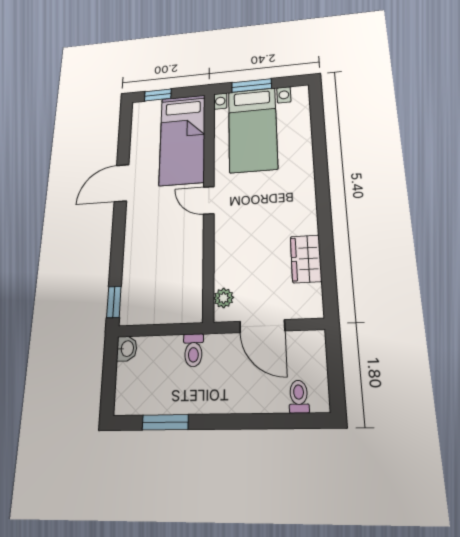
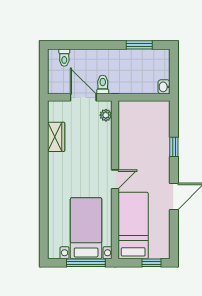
window: (252, 85) -> (86, 263), width x1.44
door: (209, 200) -> (115, 179), hinge flipped
window: (114, 302) -> (174, 147), moved
toilet: (193, 350) -> (103, 85), moved

